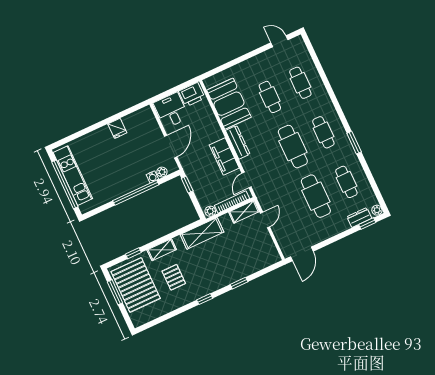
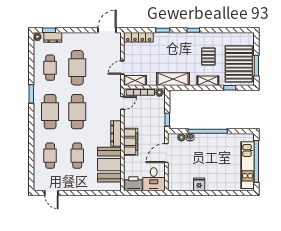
cafe table: (323, 132) -> (50, 112), width x1.37, depth x1.35
filing cabinet: (224, 157) -> (131, 142), moved
locker: (263, 263) -> (139, 37), added

